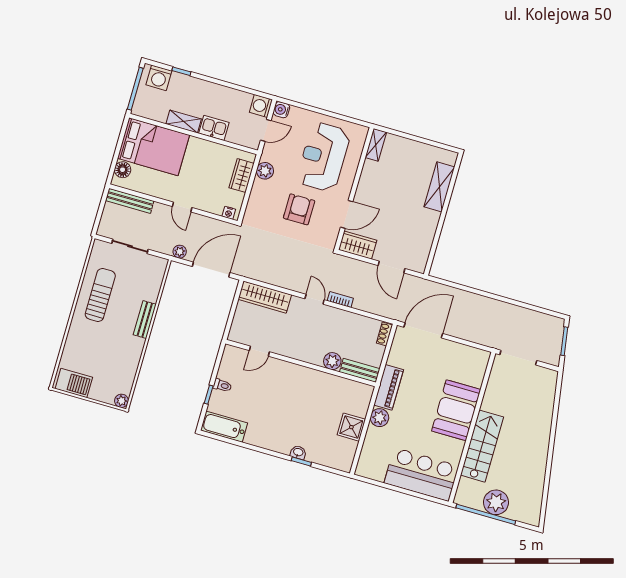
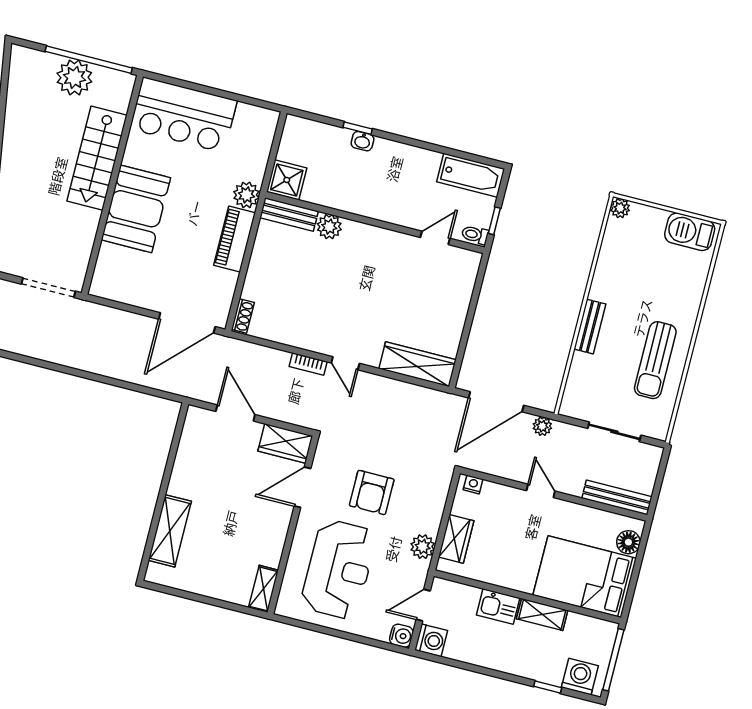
door: (259, 351) -> (435, 238), moved
plant: (332, 361) -> (329, 227), moved
wall: (301, 363) -> (375, 223), moved
bench: (360, 370) -> (289, 214), moved

